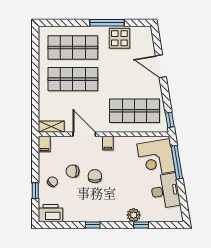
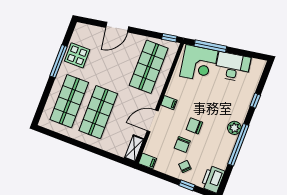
plant: (134, 215) -> (234, 128), moved
window: (93, 225) -> (238, 145), width x3.17

